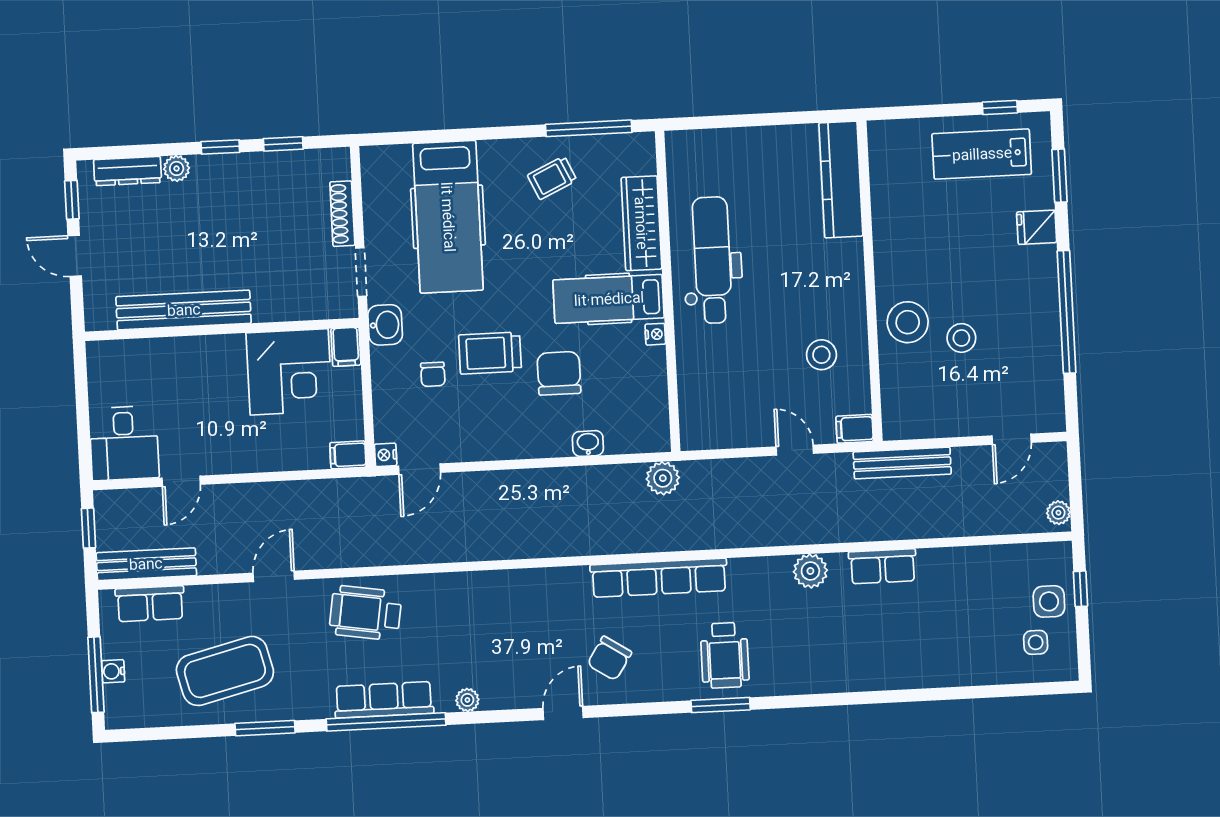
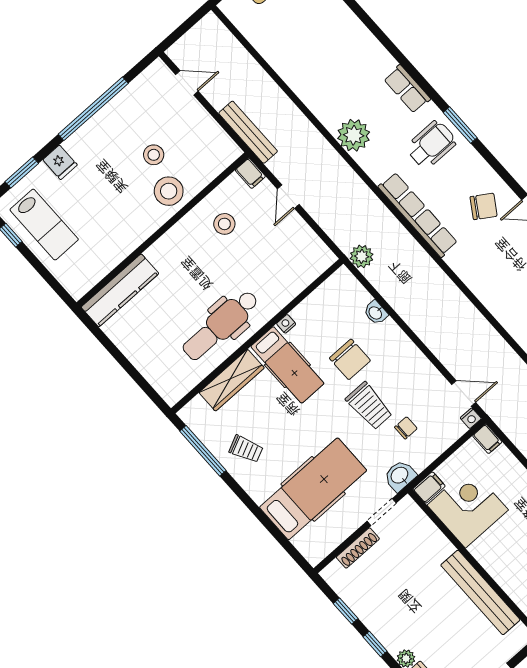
chair: (559, 373) -> (350, 359), turned -90
plant: (1058, 513) -> (207, 25), removed
row of seats: (883, 566) -> (407, 89), moved, turned 180
plant: (810, 571) -> (354, 135), width x1.36, depth x1.36

